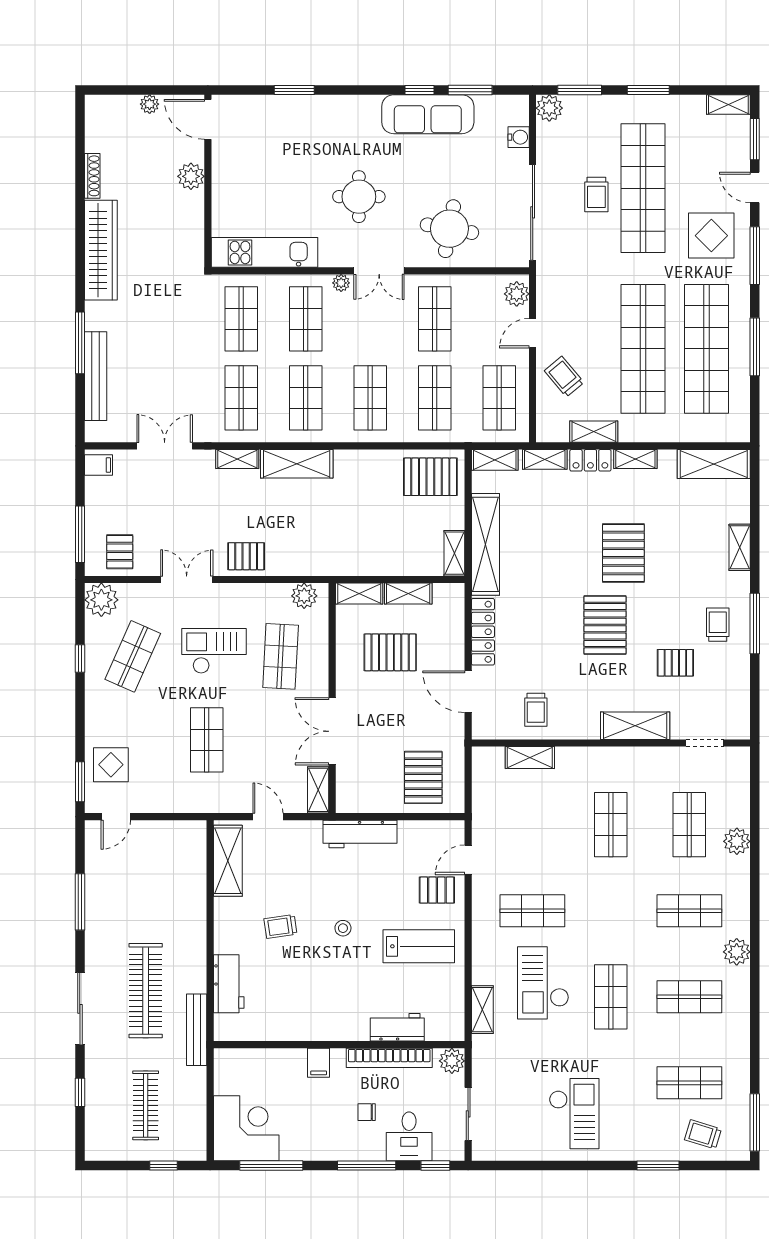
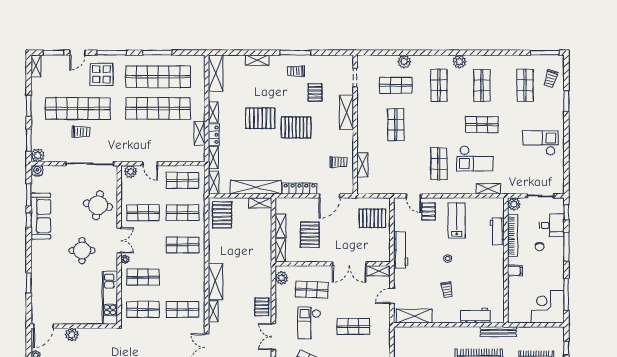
water cooler: (519, 137) -> (37, 171), moved
trolley: (564, 377) -> (172, 148), removed
shop shelf: (306, 398) -> (183, 277), removed
shop shelf: (611, 825) -> (396, 125), turned 90

